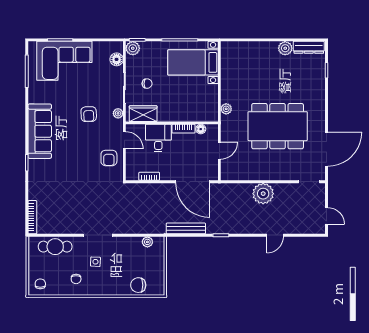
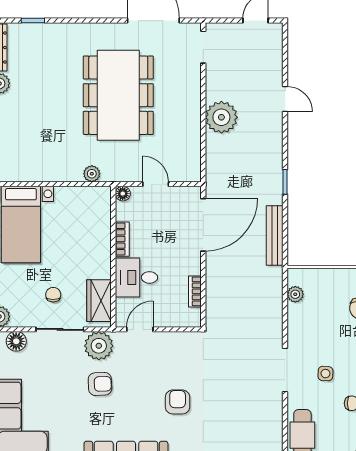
plant: (118, 113) -> (99, 346), width x1.88, depth x1.88
floor lamp: (201, 129) -> (123, 194), moved
armchair: (109, 158) -> (178, 402), moved, turned -90

